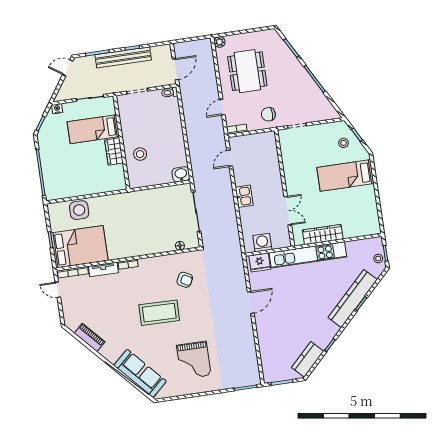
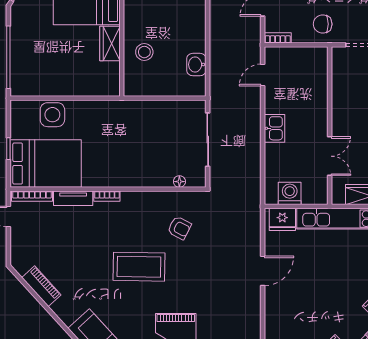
washbasin: (181, 174) -> (196, 65), moved, turned -90

